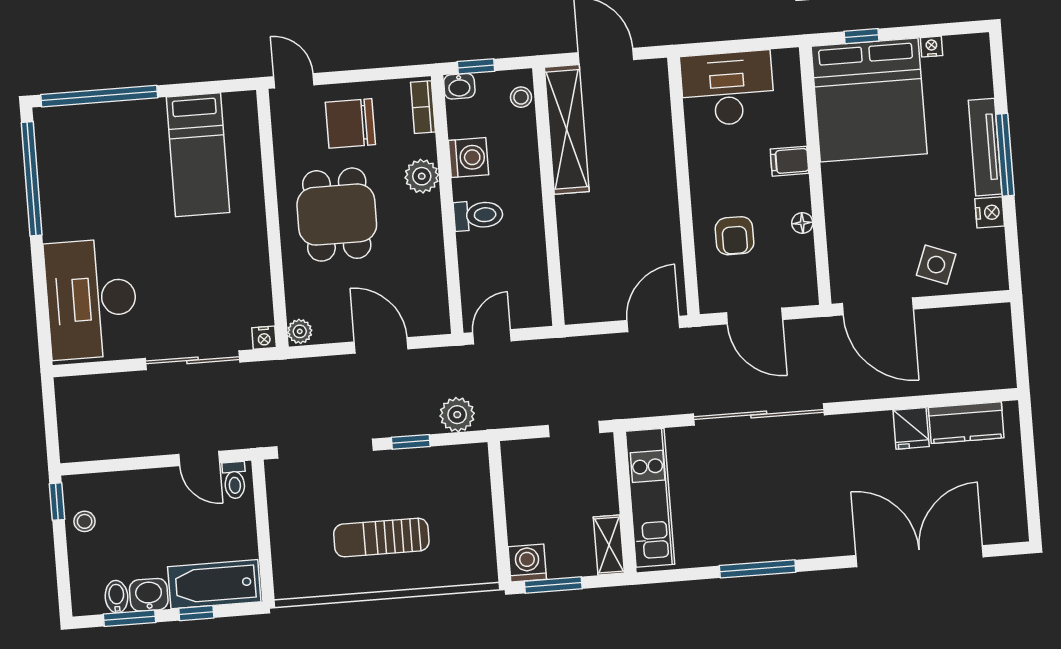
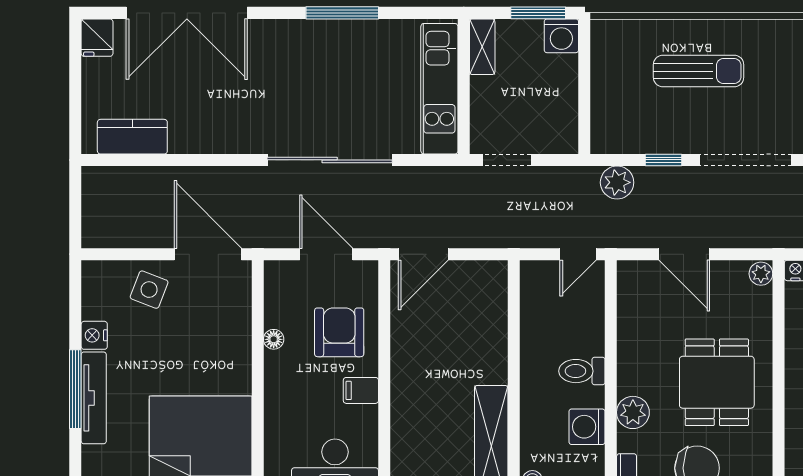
filing cabinet: (790, 161) -> (361, 390), moved, turned 180
armchair: (735, 236) -> (339, 332), width x1.38, depth x1.38
fridge: (911, 428) -> (97, 38), moved, turned 180

